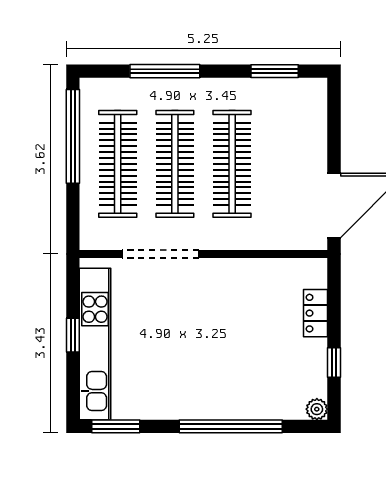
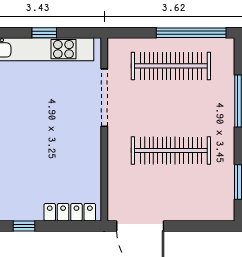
clothes rail: (175, 164) -> (171, 108), removed
locker: (316, 313) -> (70, 212), width x1.53

